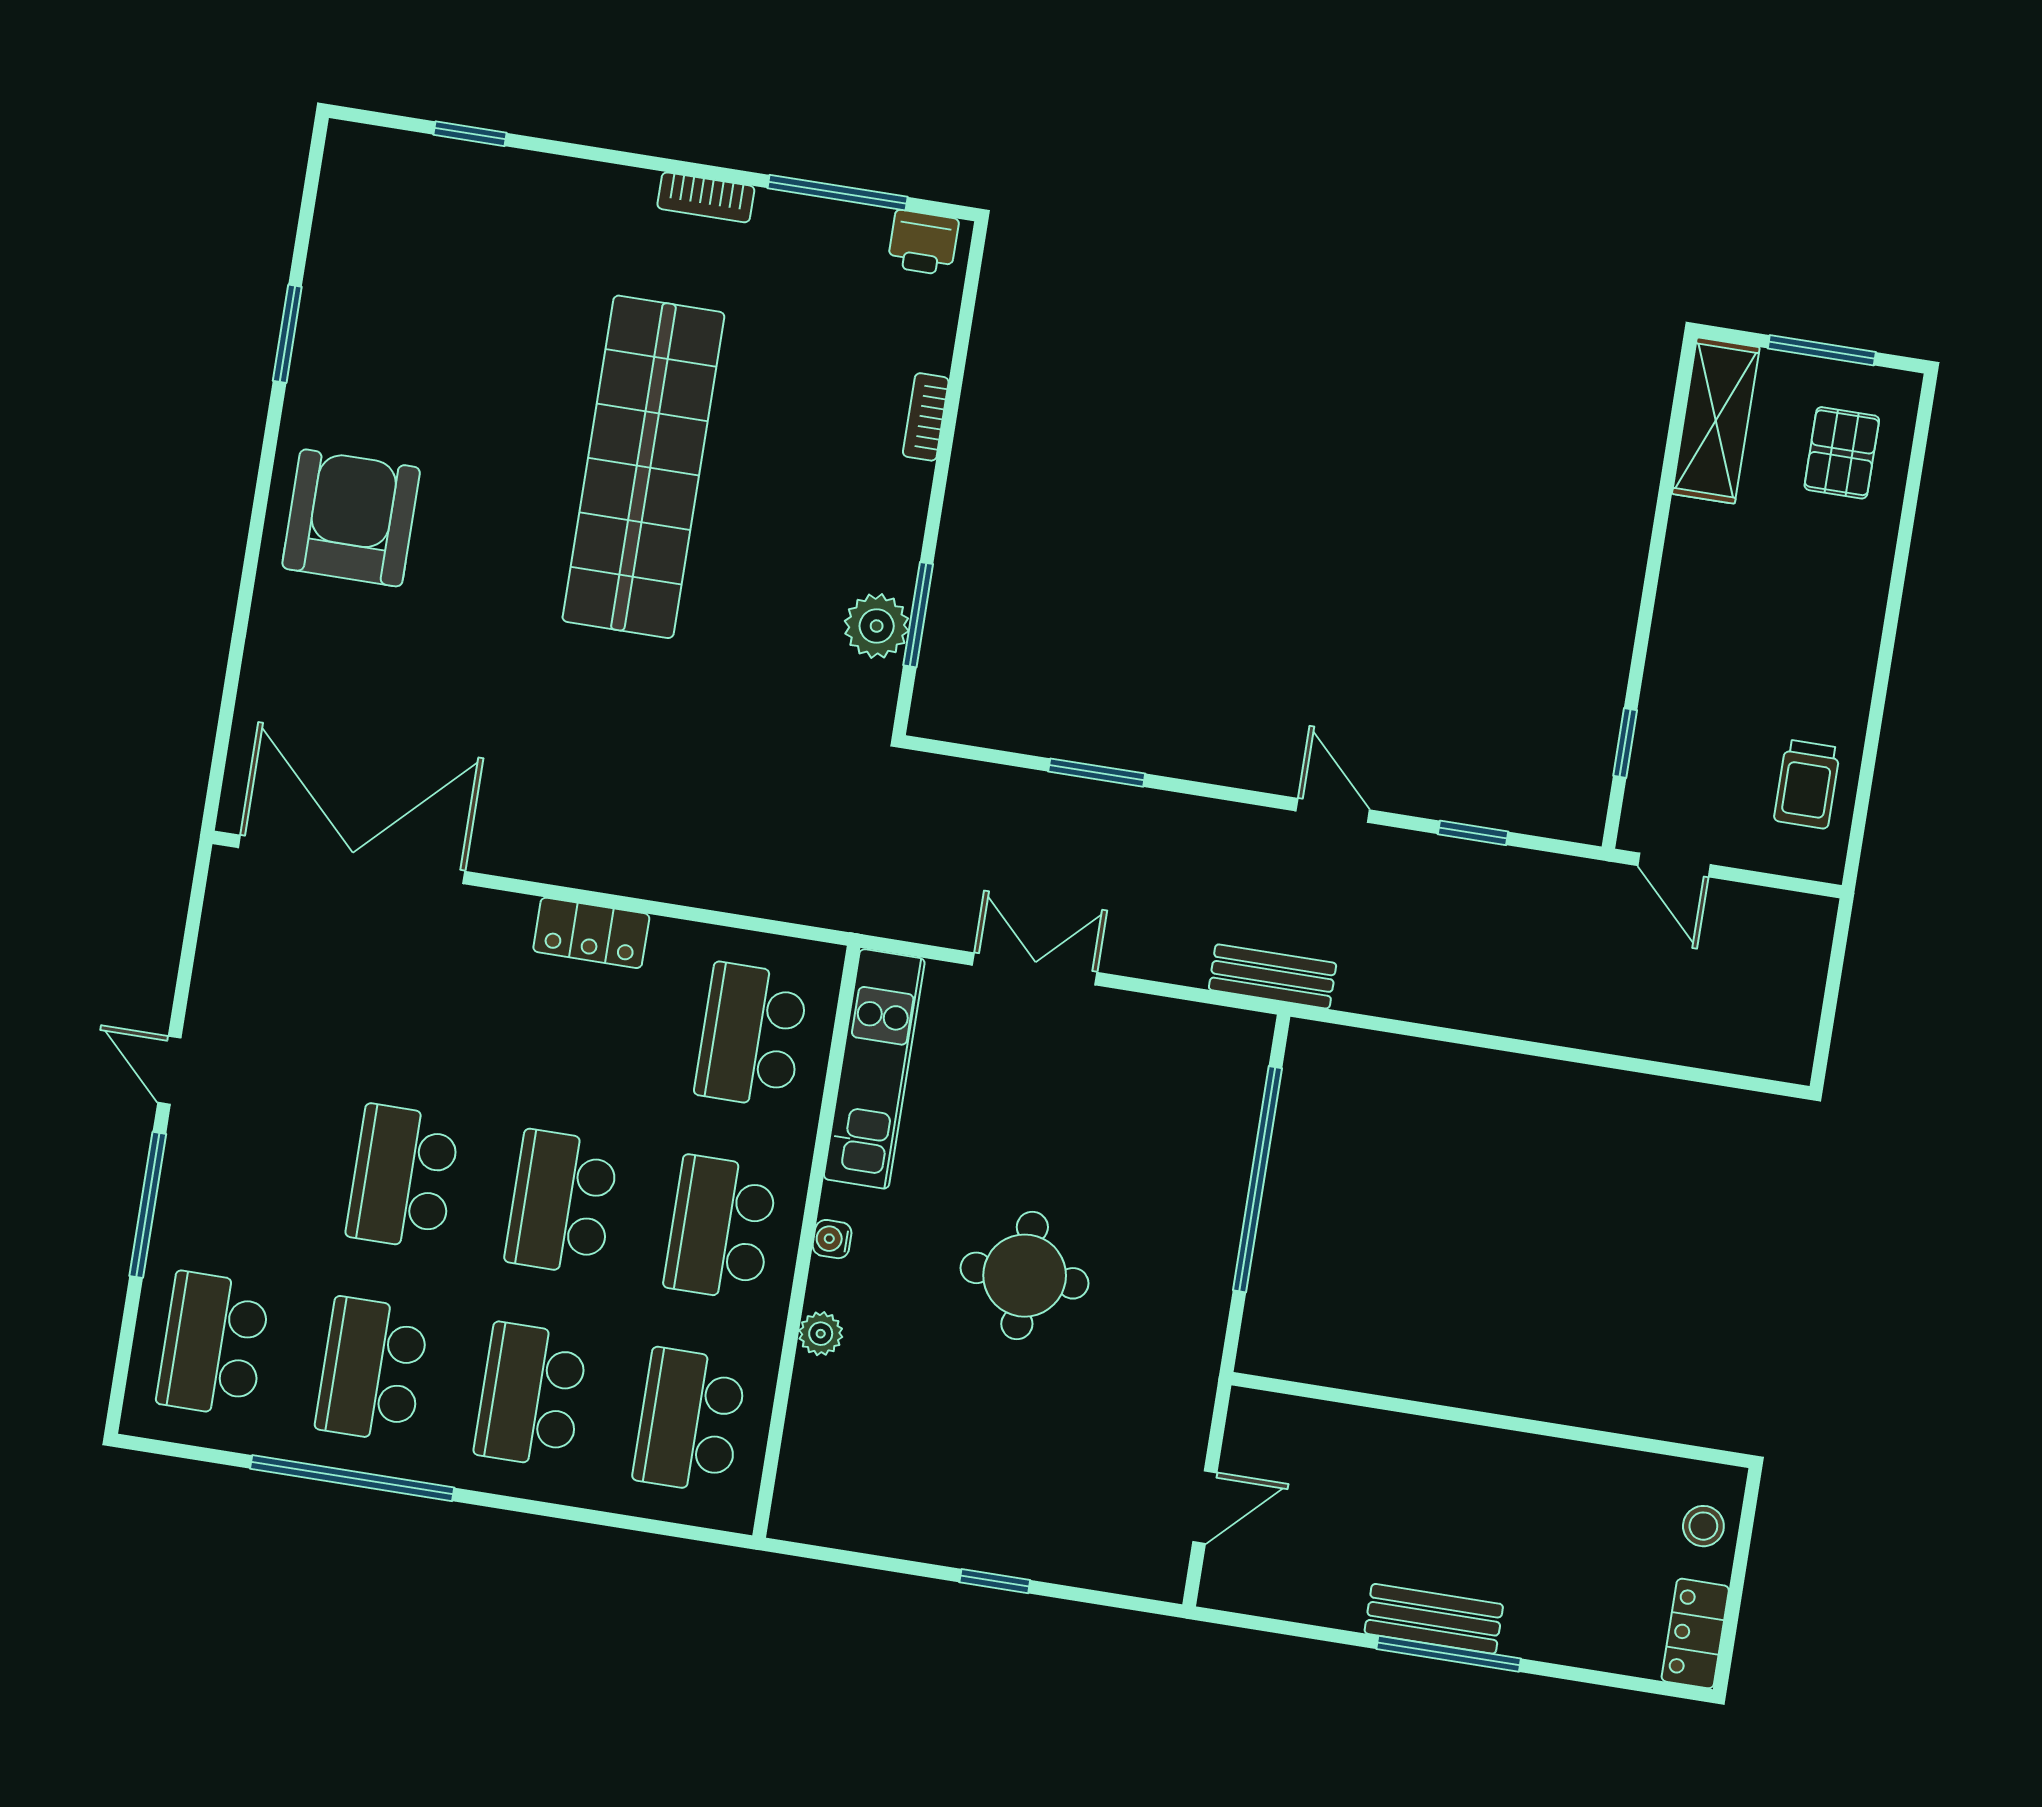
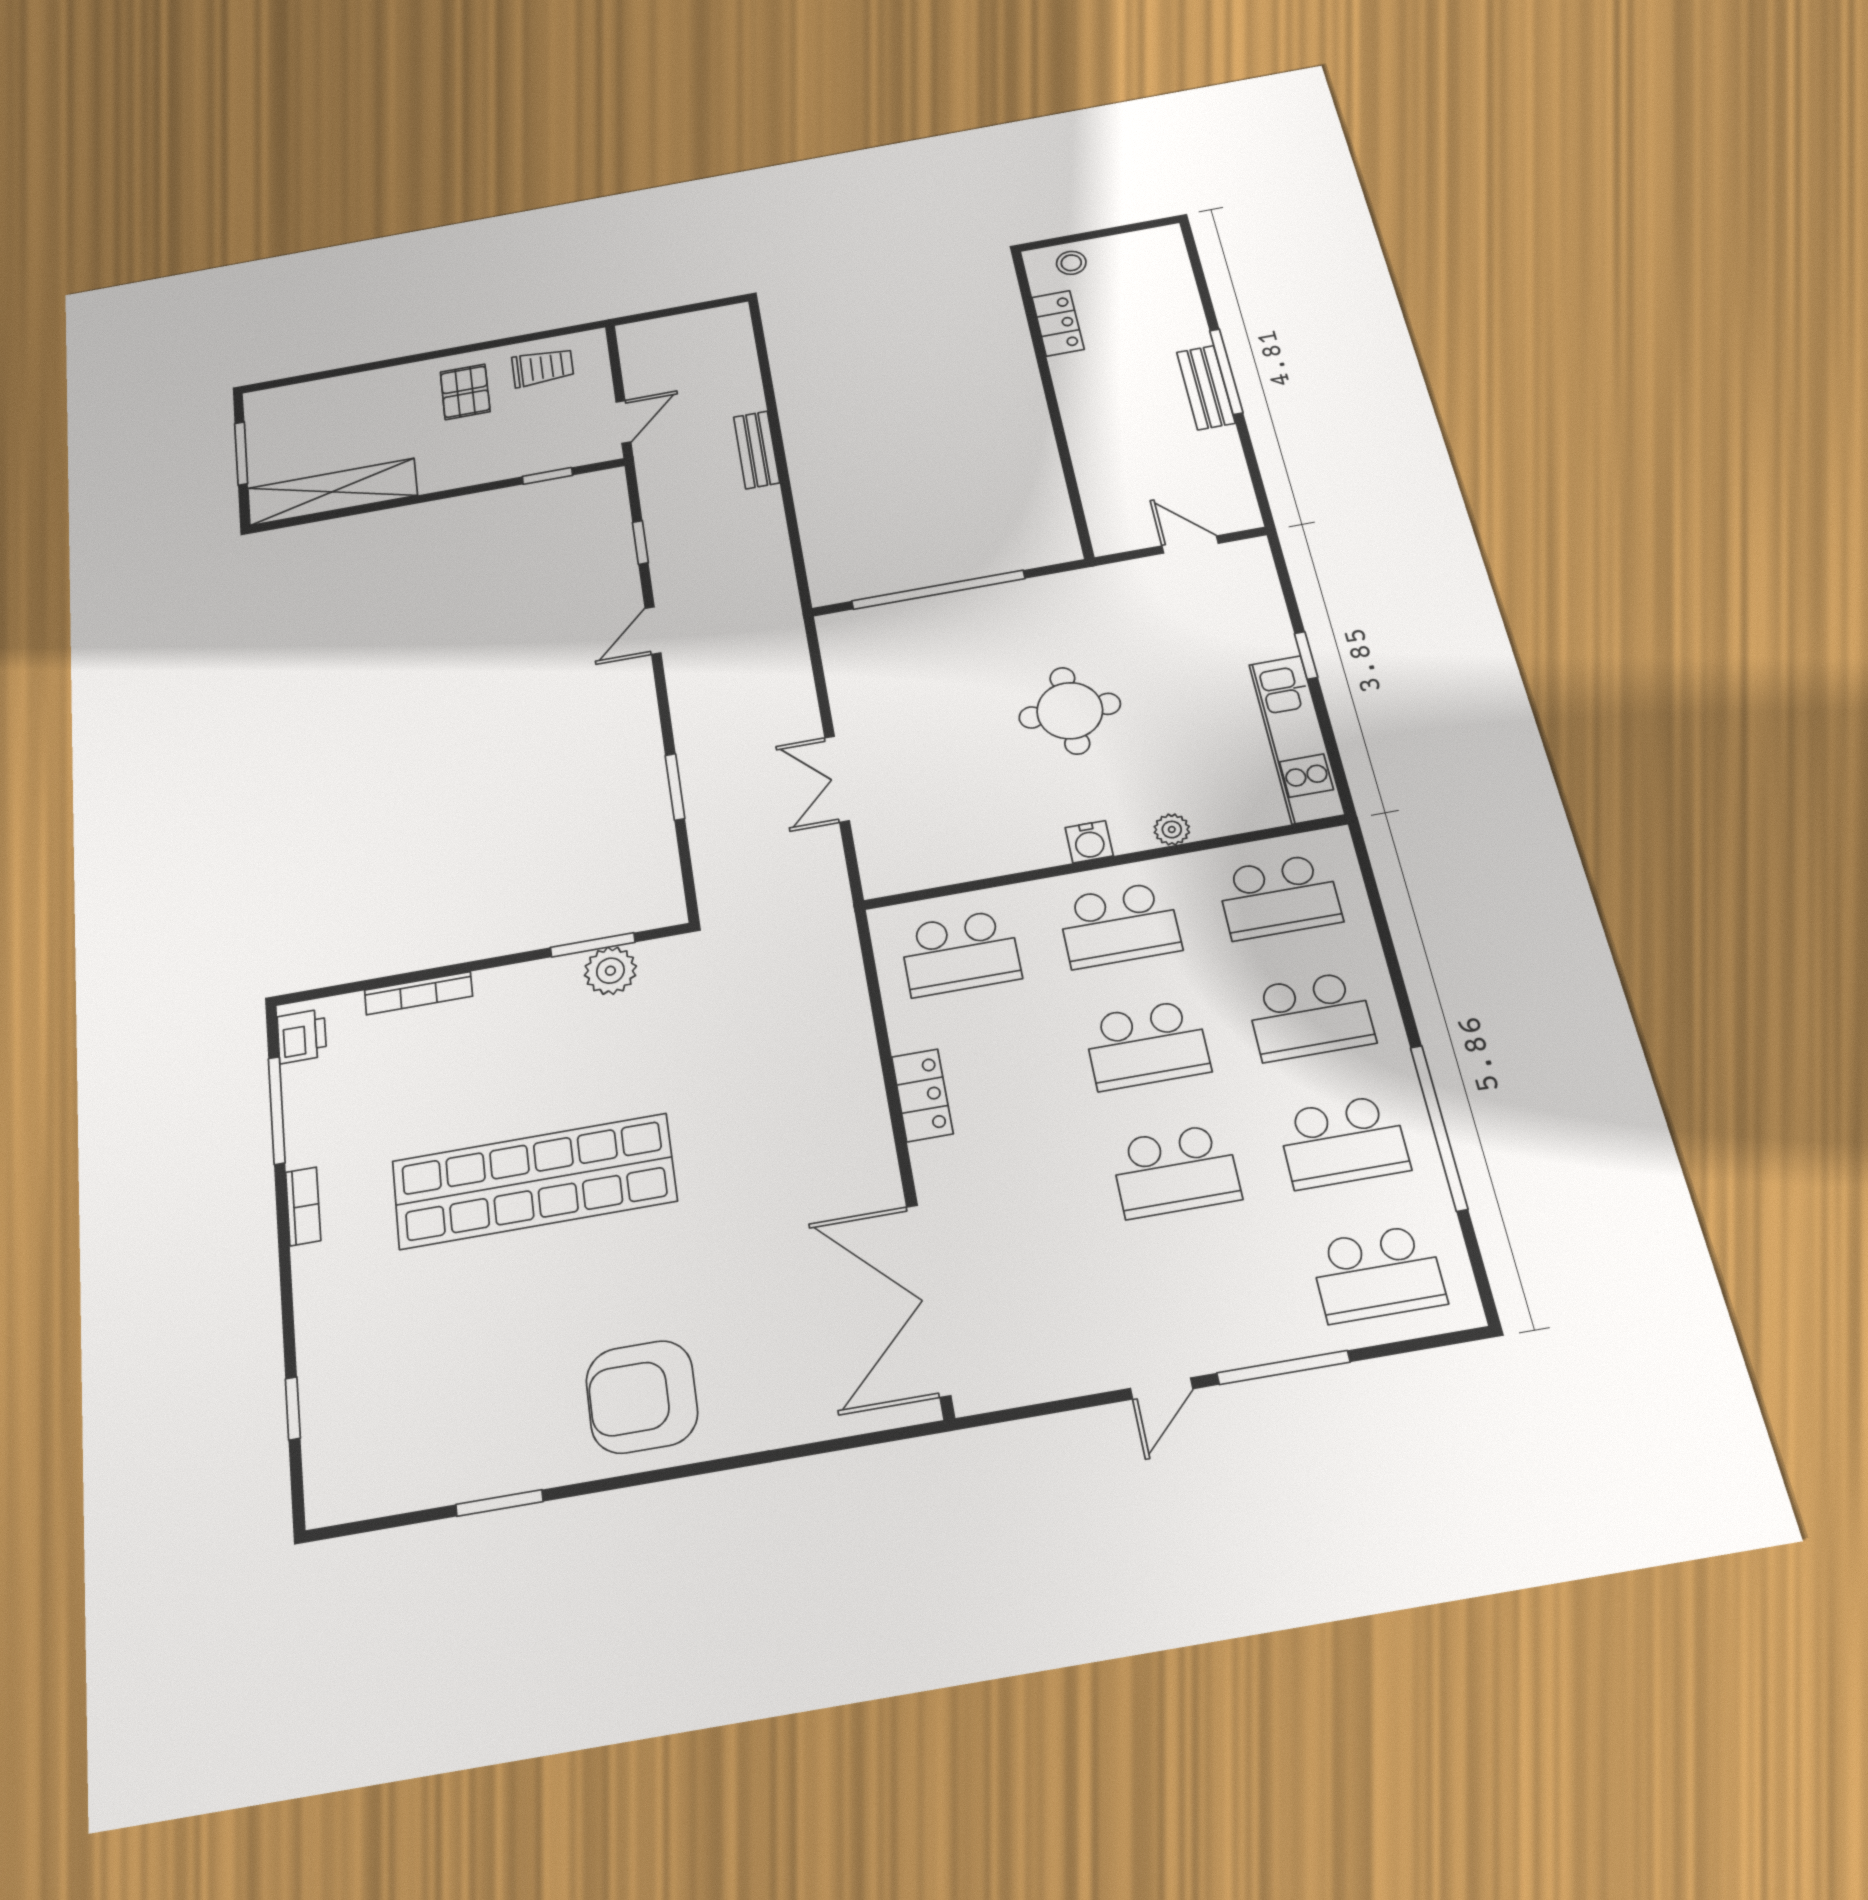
bookcase: (926, 417) -> (418, 993), width x1.56
shelving: (1716, 421) -> (332, 492), width x1.47
pallet: (1842, 453) -> (465, 392), moved, turned 90
bench: (1273, 976) -> (757, 450), moved
kitchen unit: (874, 1069) -> (1296, 739), moved, turned -90
water cooler: (832, 1239) -> (1089, 842), width x1.38, depth x1.38
locker: (1695, 1634) -> (1058, 323), moved, turned -90

